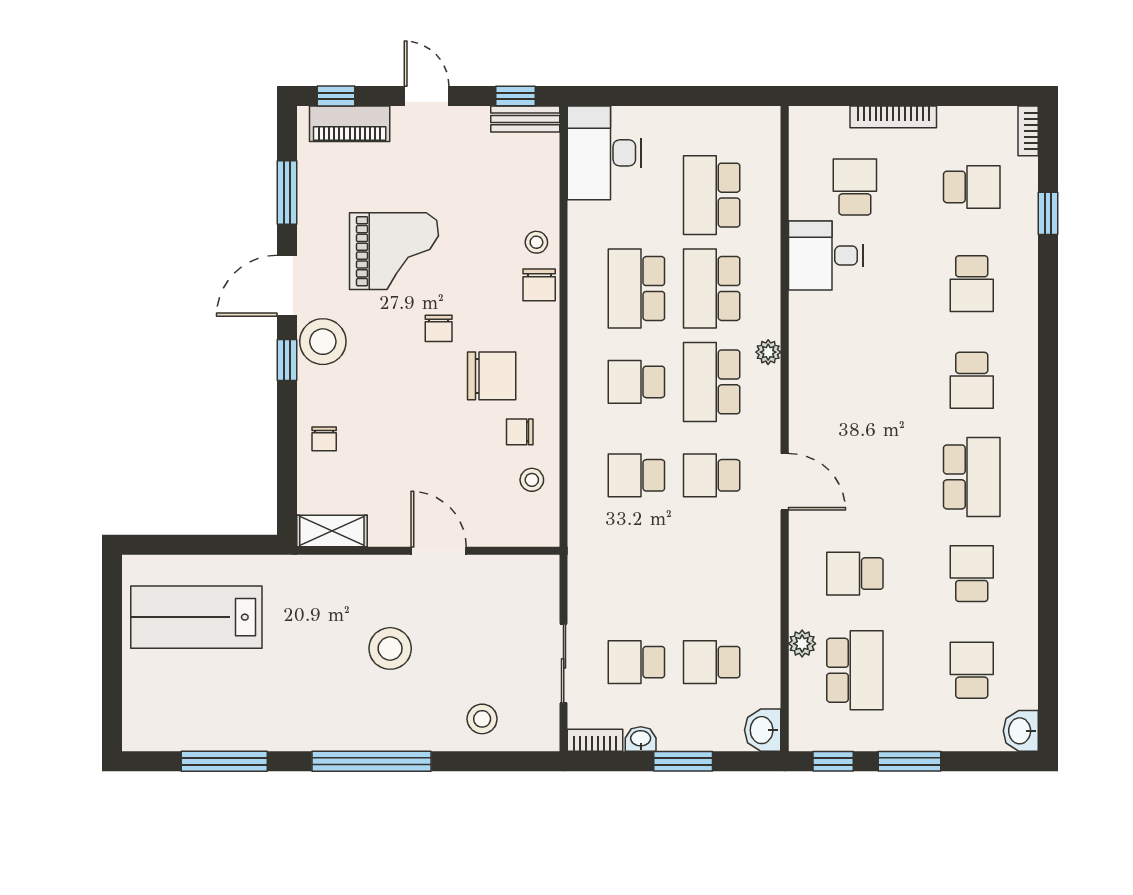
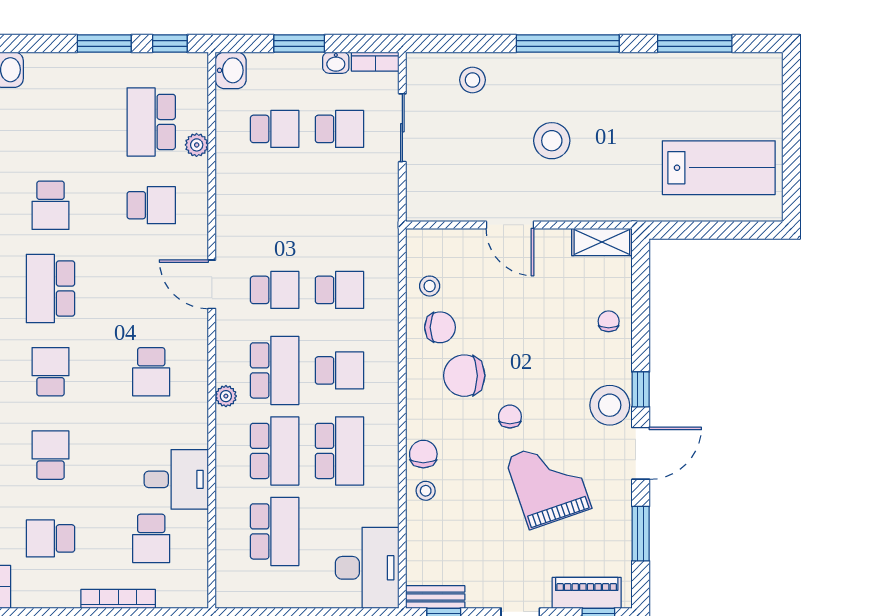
grand piano: (394, 251) -> (548, 483), turned 71
chair: (520, 432) -> (440, 327), width x1.37, depth x1.37
school desk: (972, 670) -> (151, 372), moved

